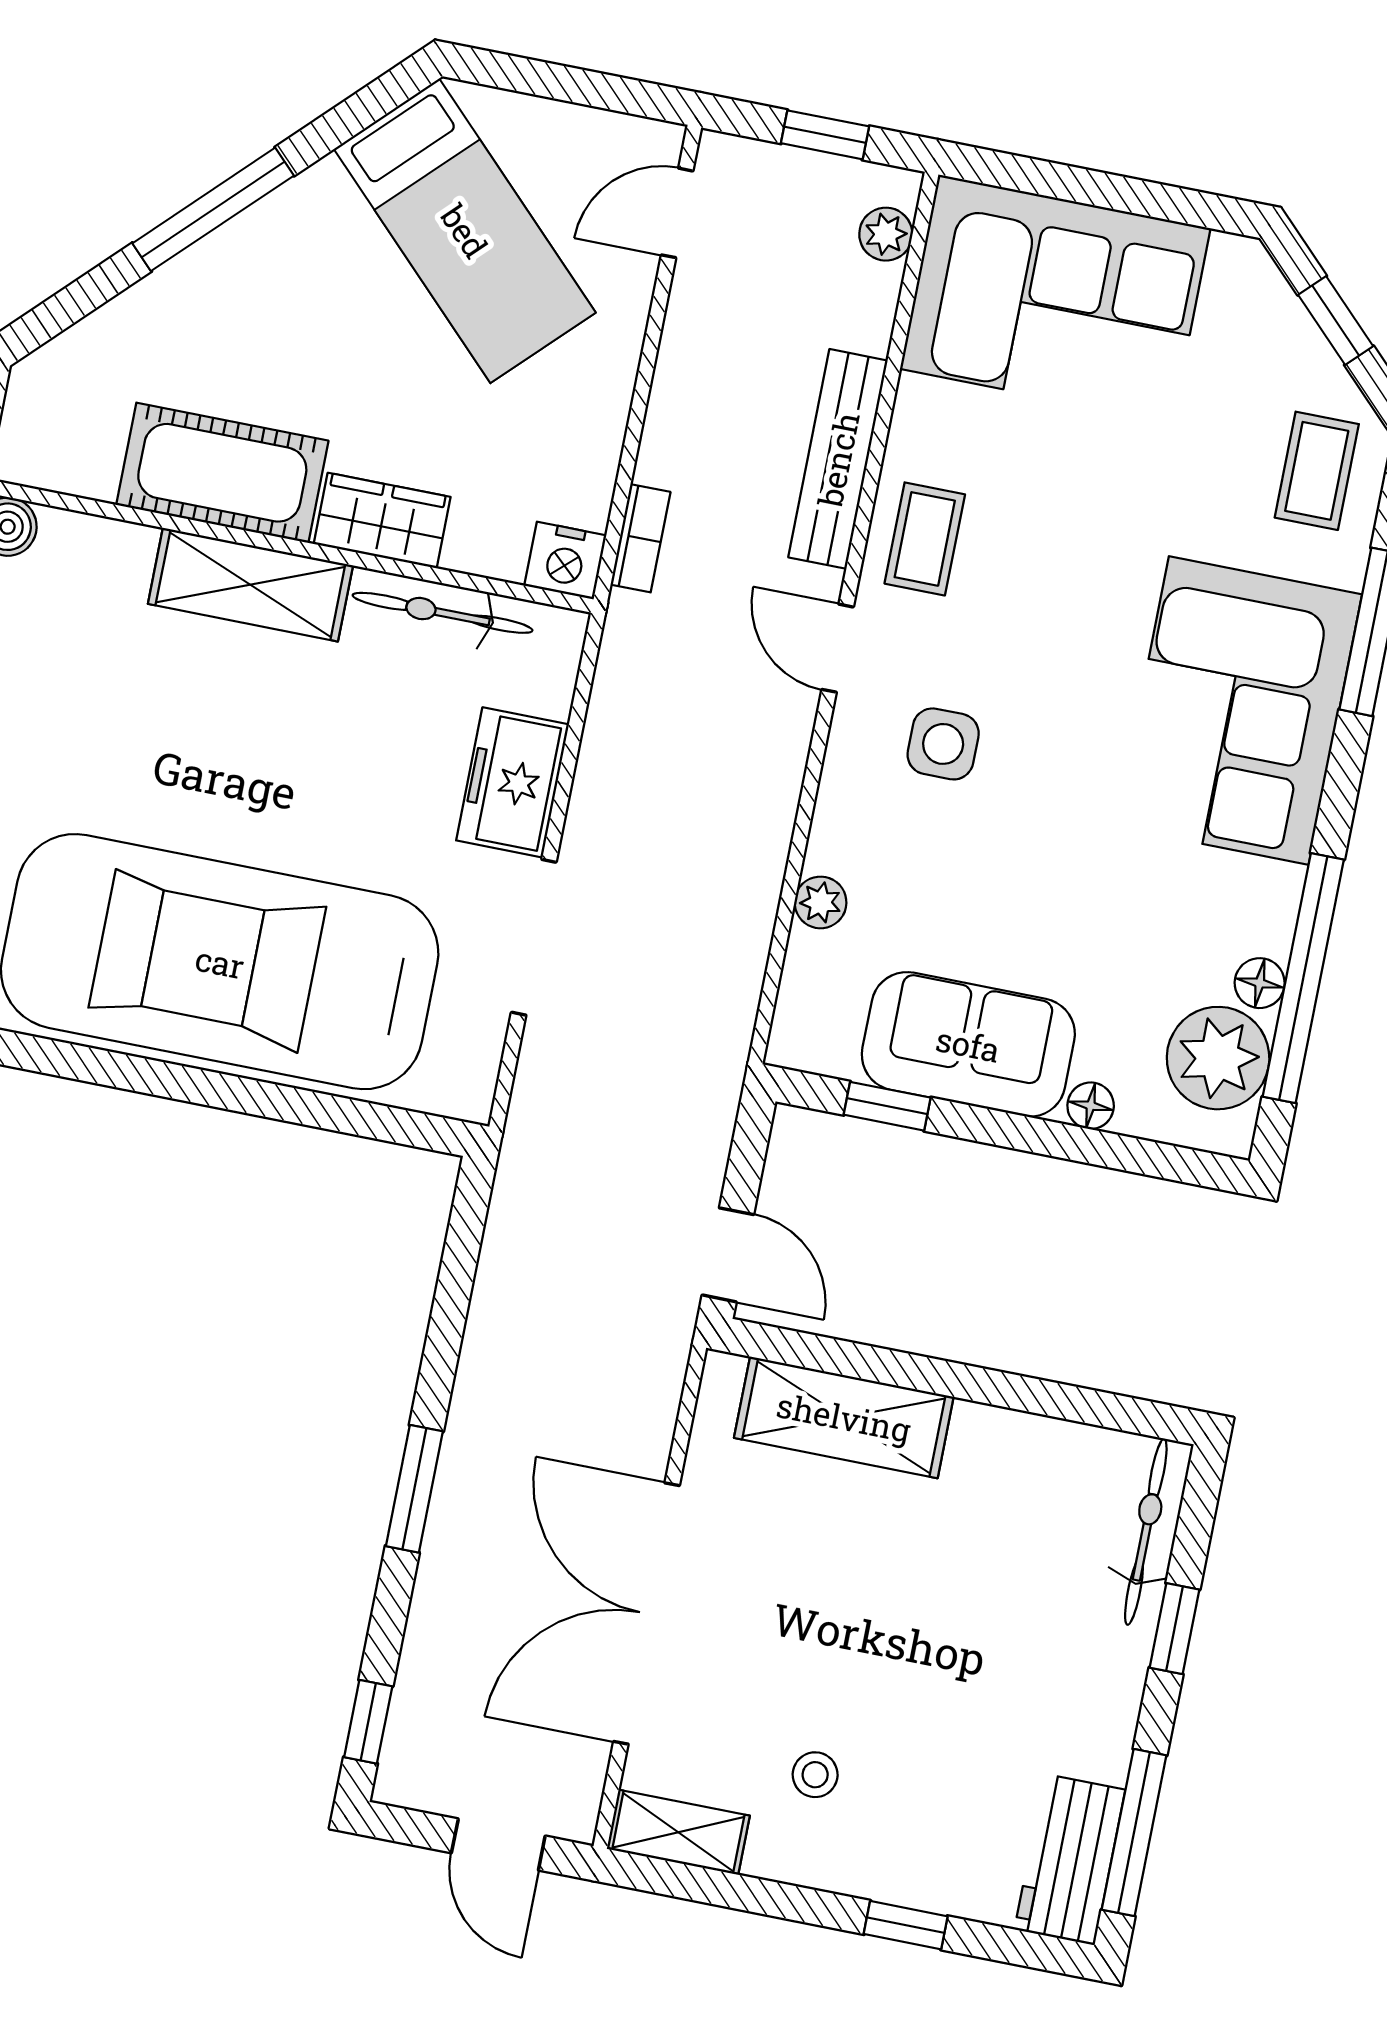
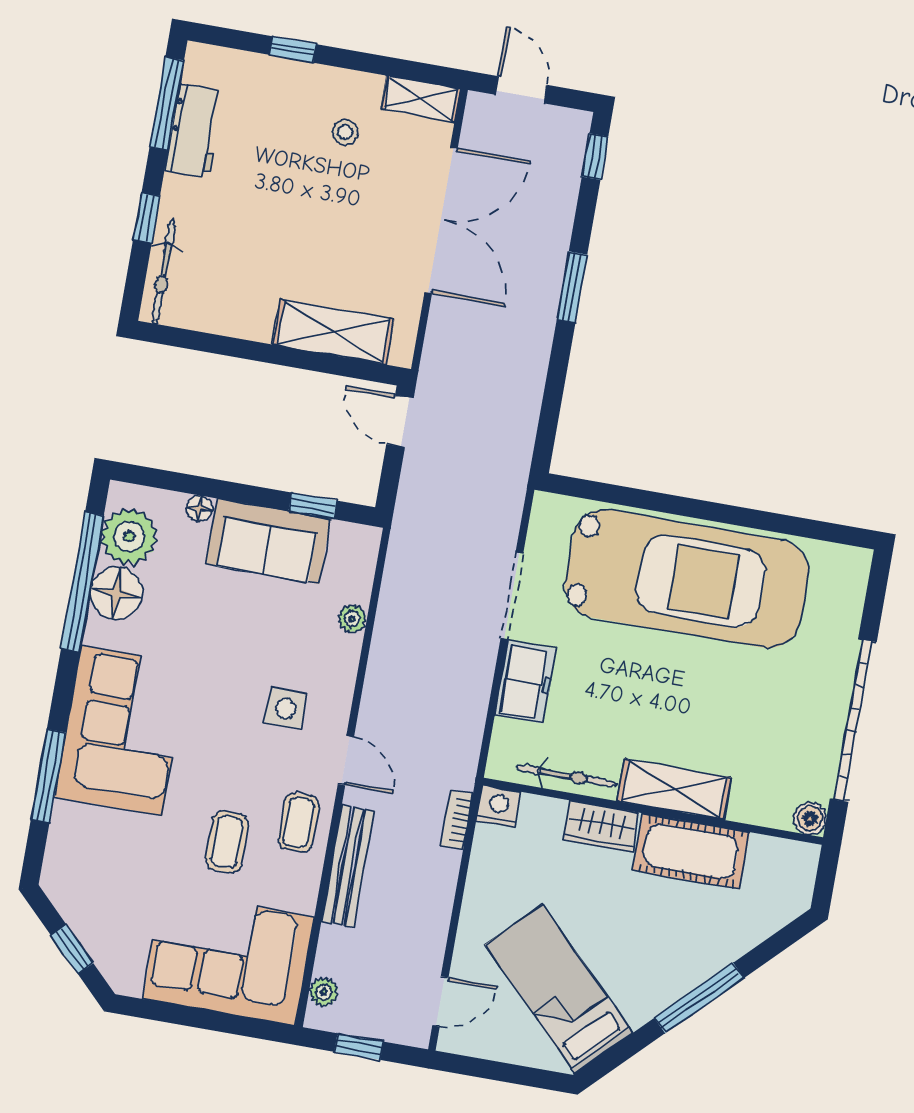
coffee table: (1317, 471) -> (227, 842), moved
floor lamp: (1260, 983) -> (117, 593), width x1.89, depth x1.89
workbench: (1070, 1860) -> (195, 131), moved

